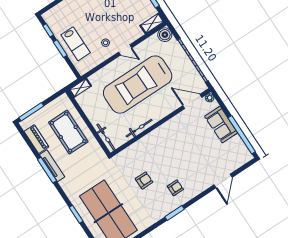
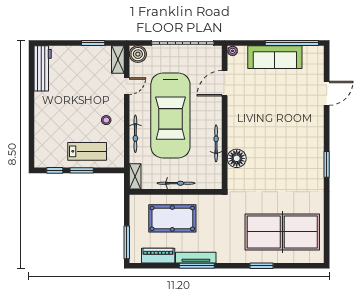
door: (125, 50) -> (127, 86), moved
bicycle: (109, 69) -> (135, 134), added
door: (192, 101) -> (225, 83), moved
sofa: (221, 125) -> (275, 57), width x1.36
bicycle: (106, 137) -> (176, 183), moved
floor lamp: (138, 149) -> (237, 158), added
armchair: (144, 180) -> (273, 174), removed
door: (223, 181) -> (327, 93), hinge flipped
armchair: (175, 188) -> (301, 147), removed

